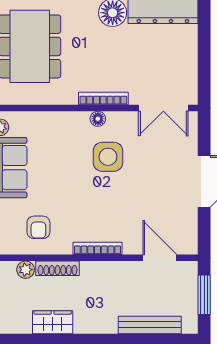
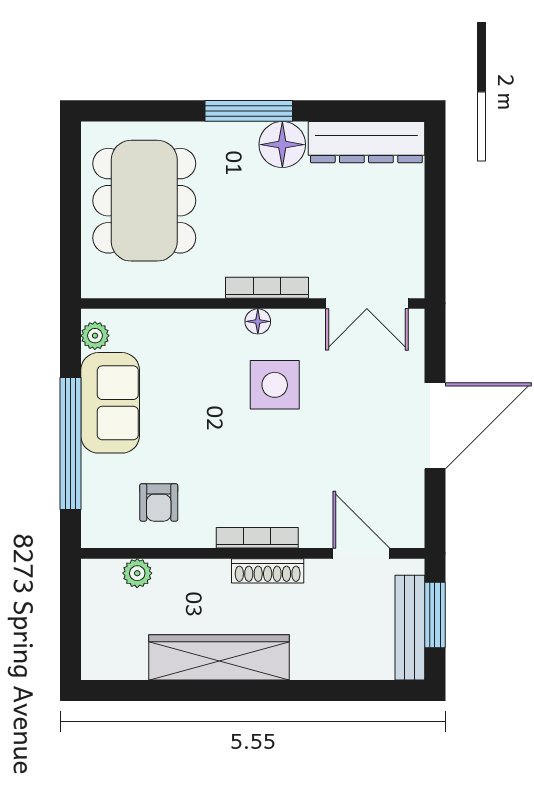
shoe rack: (58, 268) -> (268, 571), moved
wardrobe: (53, 322) -> (219, 657), width x2.10, depth x1.17
bench: (150, 325) -> (410, 628), moved, turned 90

